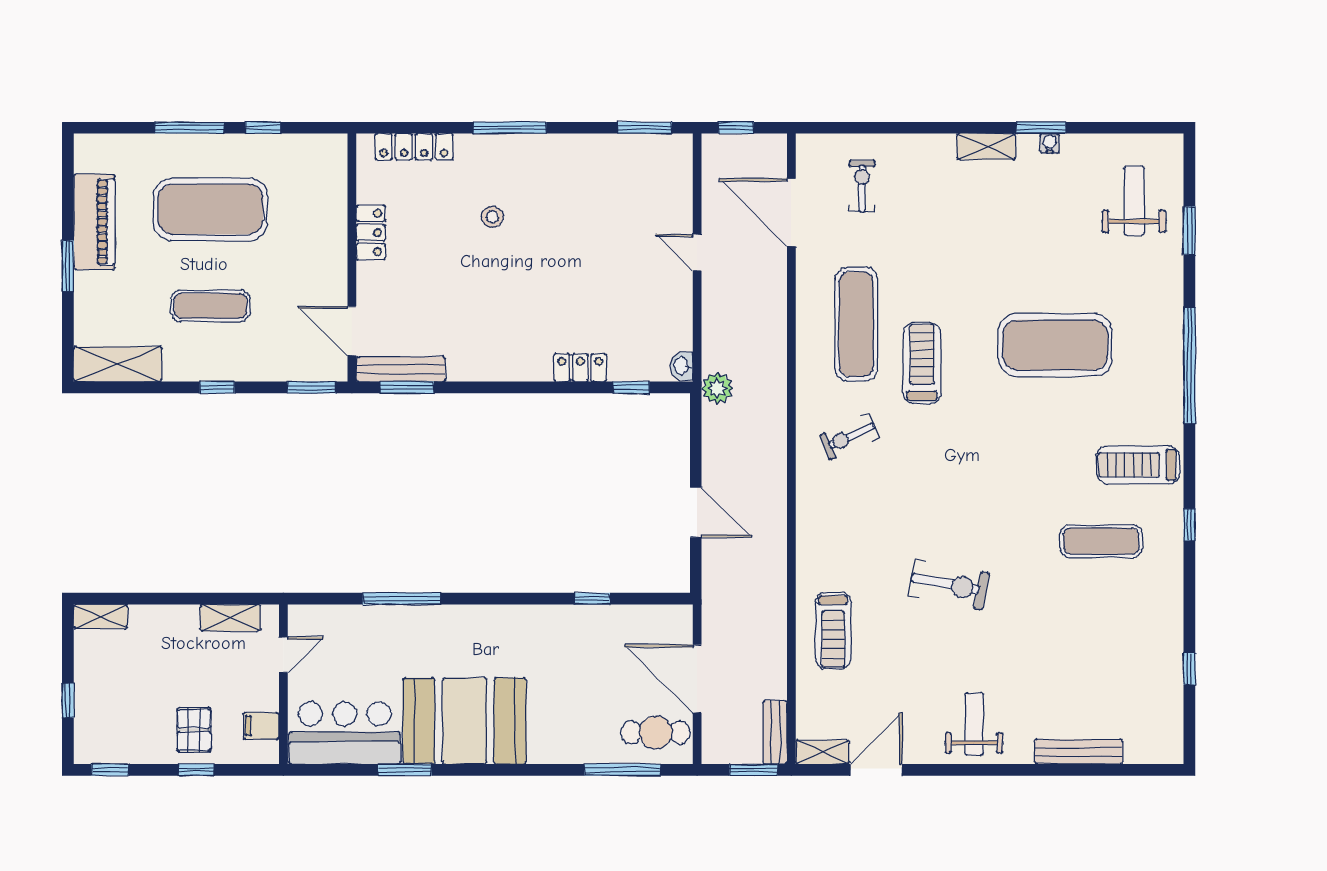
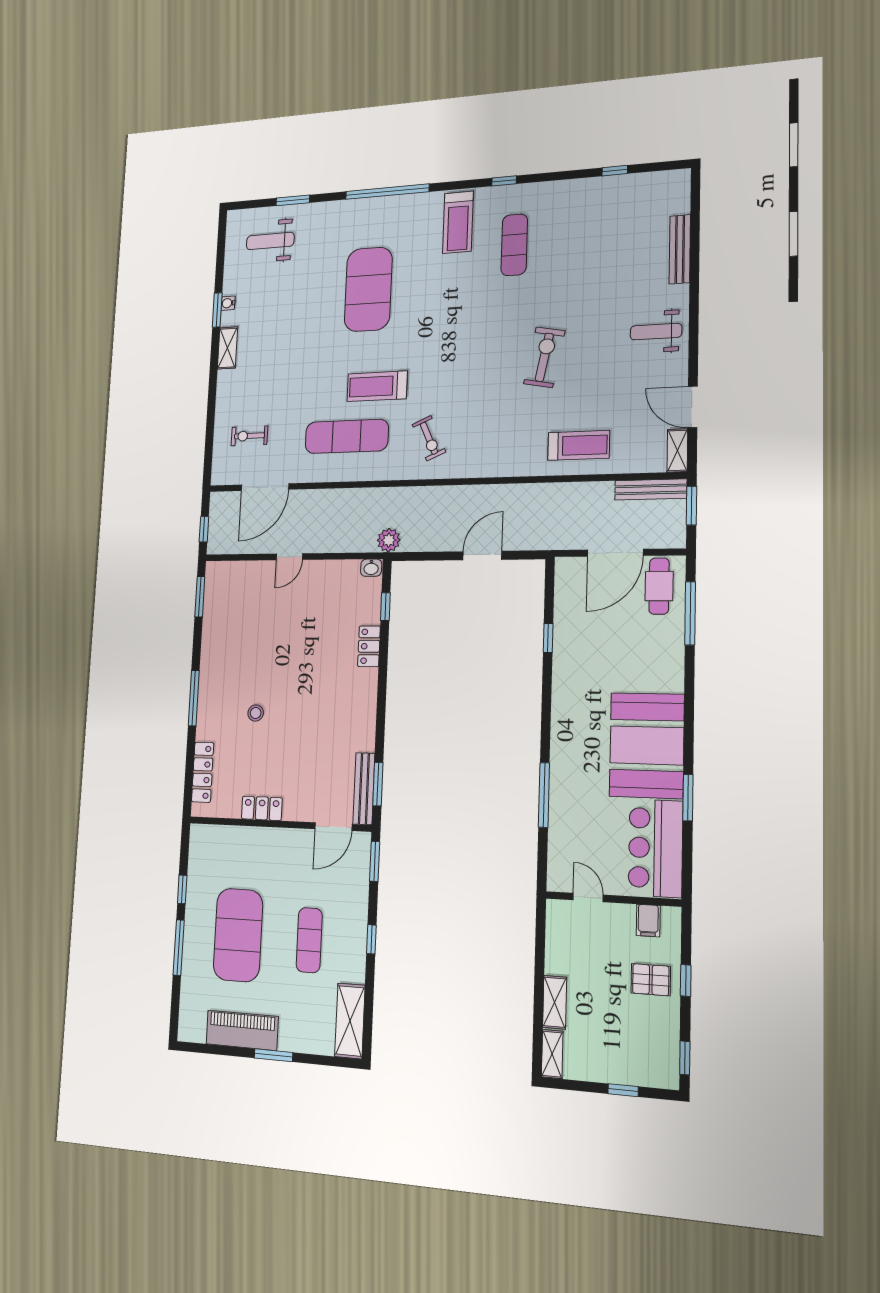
shelving: (230, 618) -> (555, 1002), moved
bench: (775, 732) -> (651, 489), width x1.36

